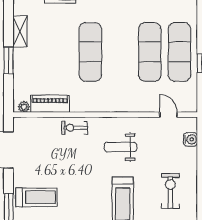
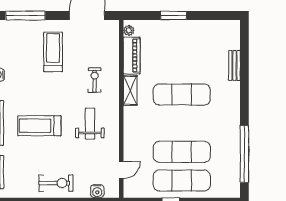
shelving: (20, 31) -> (130, 90), moved, turned 90
exercise bike: (75, 128) -> (95, 80), moved
exercise bike: (170, 191) -> (56, 183), moved
treadmill: (36, 197) -> (53, 52), moved, turned 180

